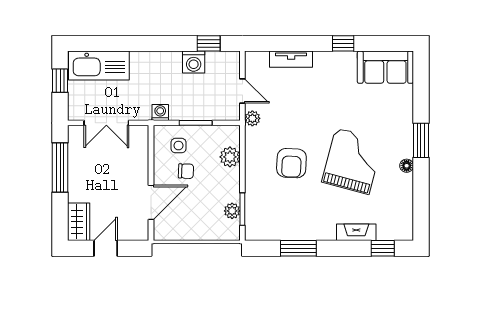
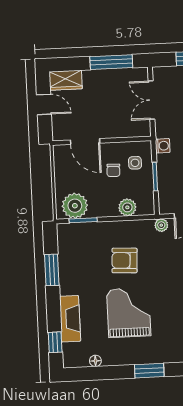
grand piano: (352, 161) -> (129, 313), turned -105
floor lamp: (407, 166) -> (95, 361), moved
plant: (232, 211) -> (75, 206), width x1.87, depth x1.87
fireplace: (356, 232) -> (70, 319), width x1.37, depth x1.32

